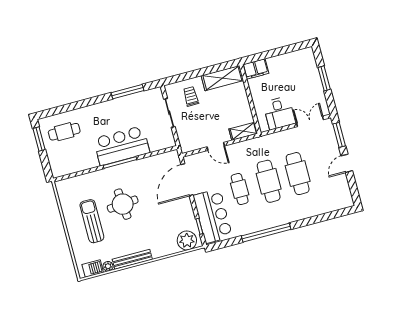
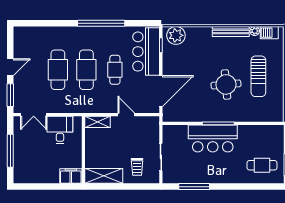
window: (324, 78) -> (10, 151), width x1.44

